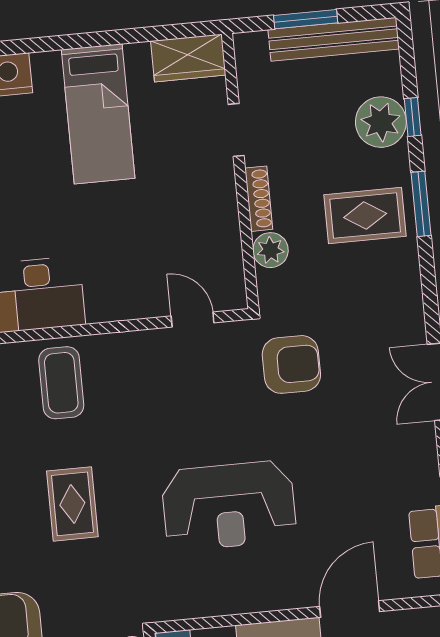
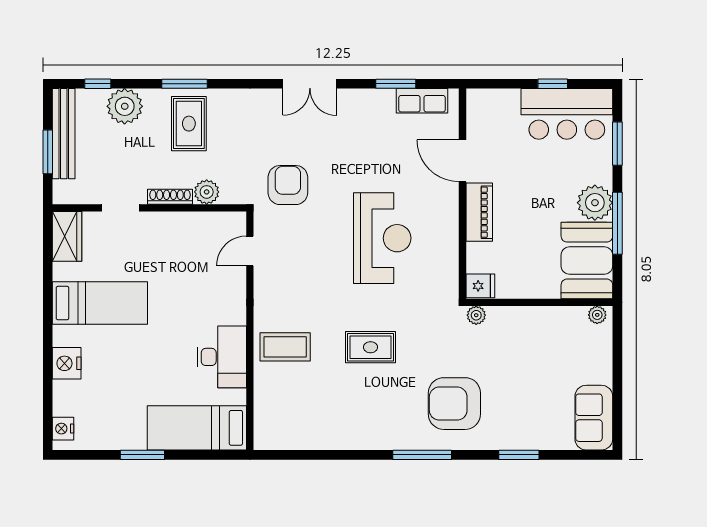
window: (413, 117) -> (98, 84), moved

